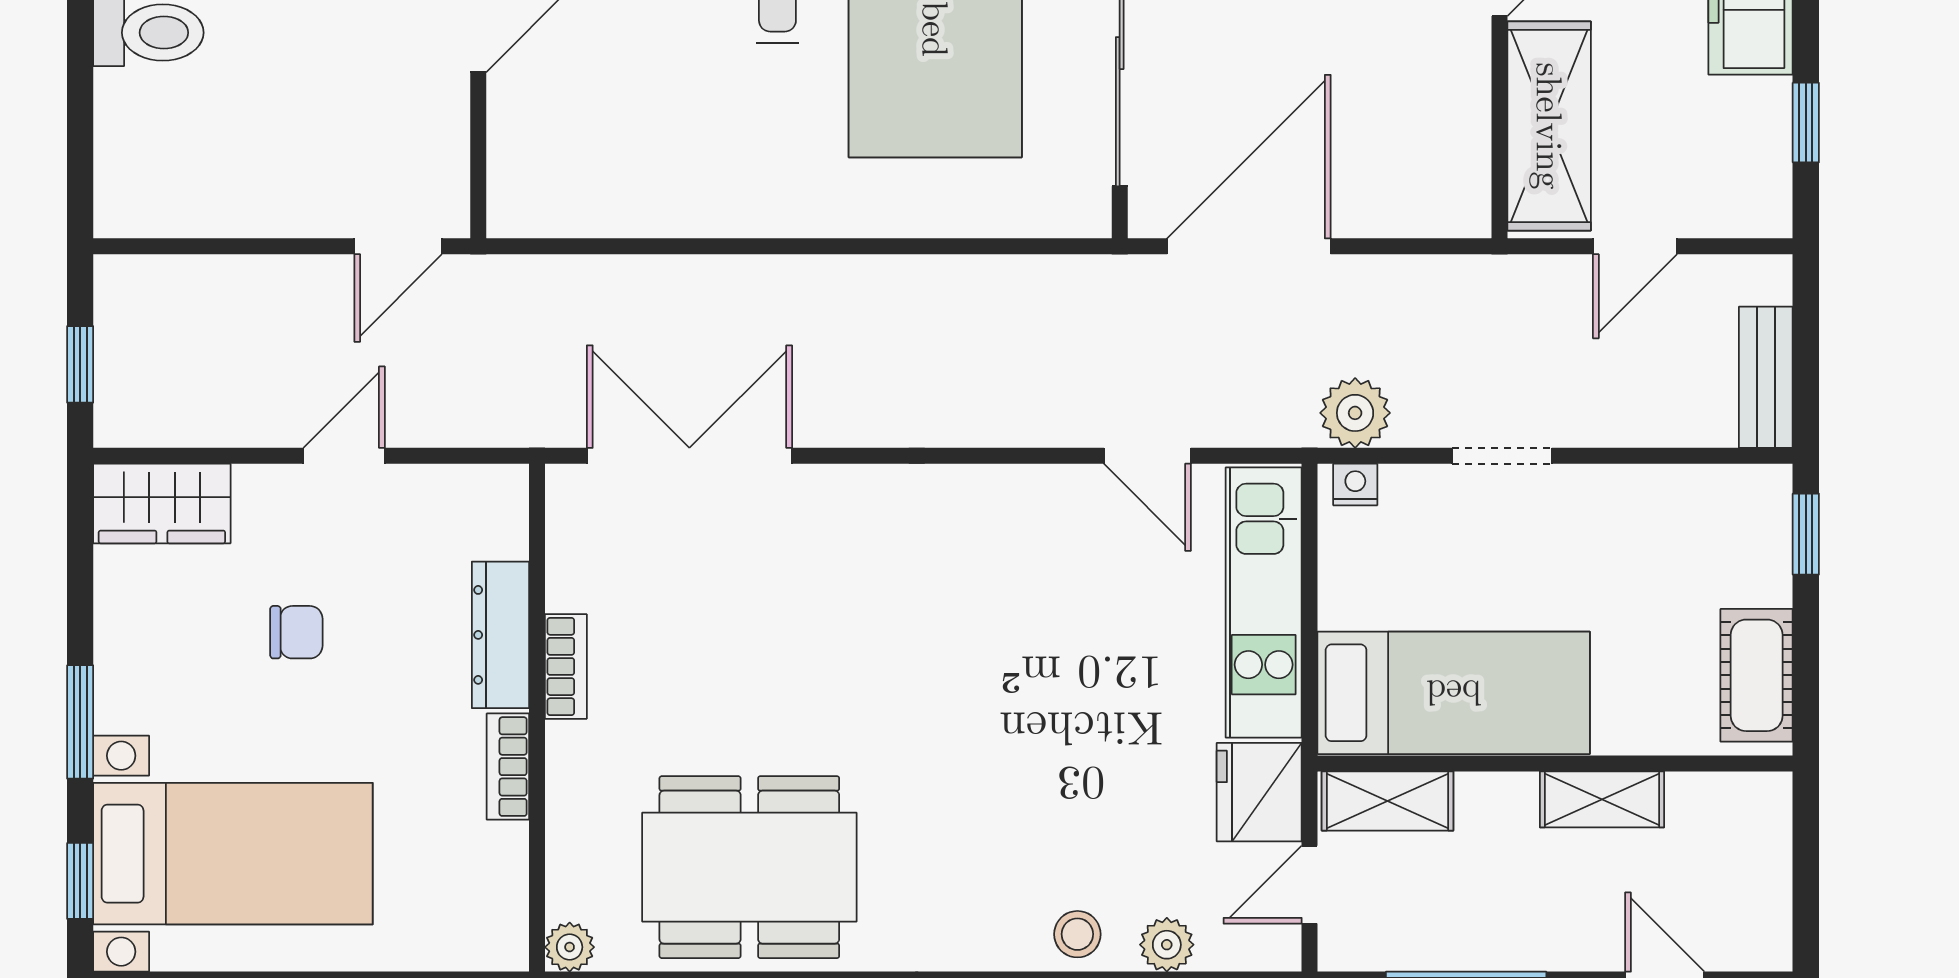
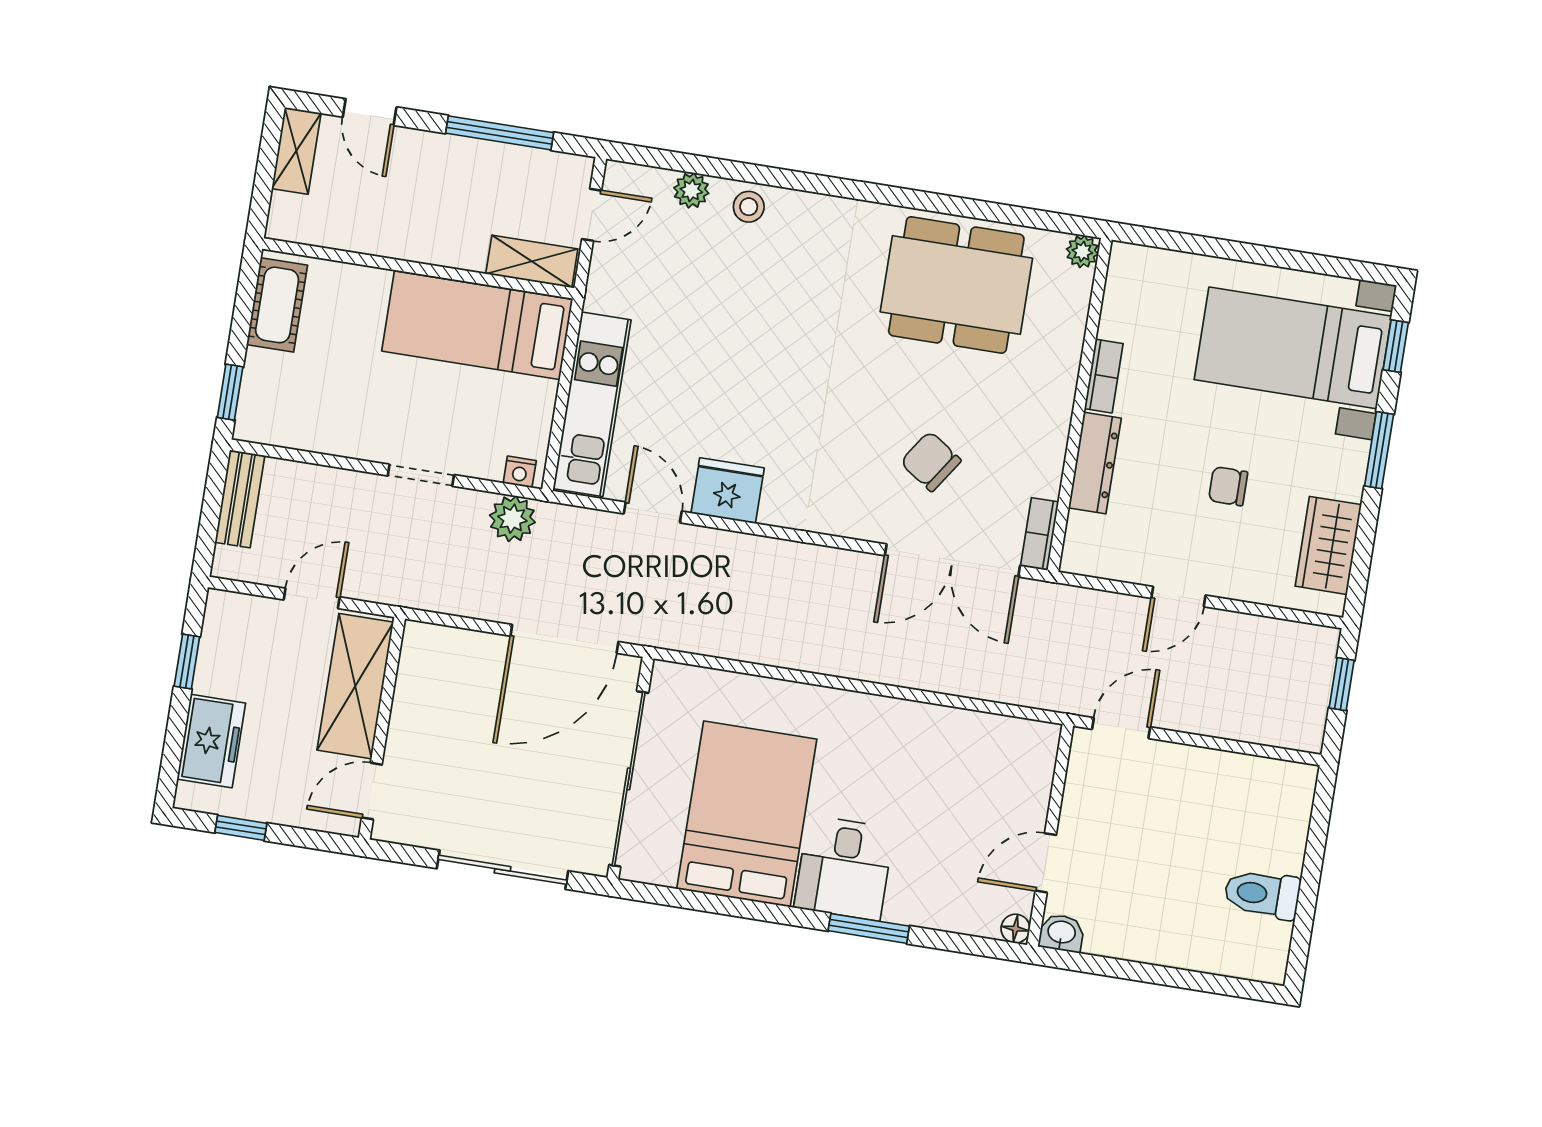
wardrobe: (162, 503) -> (1328, 545), moved, turned -90
chair: (745, 598) -> (931, 461), added
bookcase: (566, 666) -> (1040, 534), moved
fridge: (1259, 792) -> (728, 491), moved, turned -90
shelving: (1602, 799) -> (296, 151), moved, turned 90

